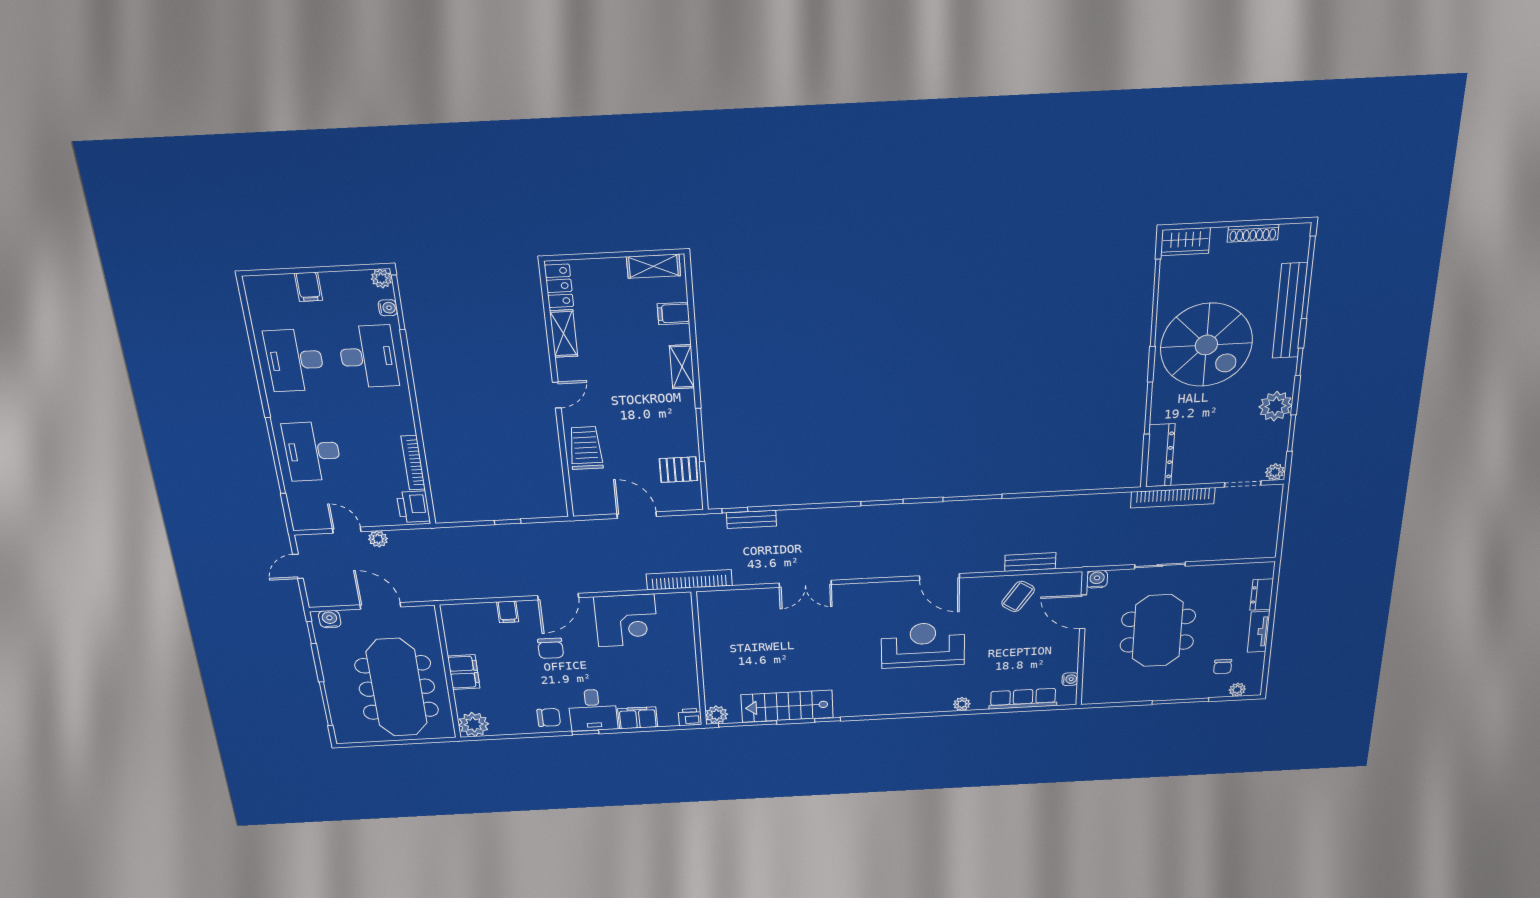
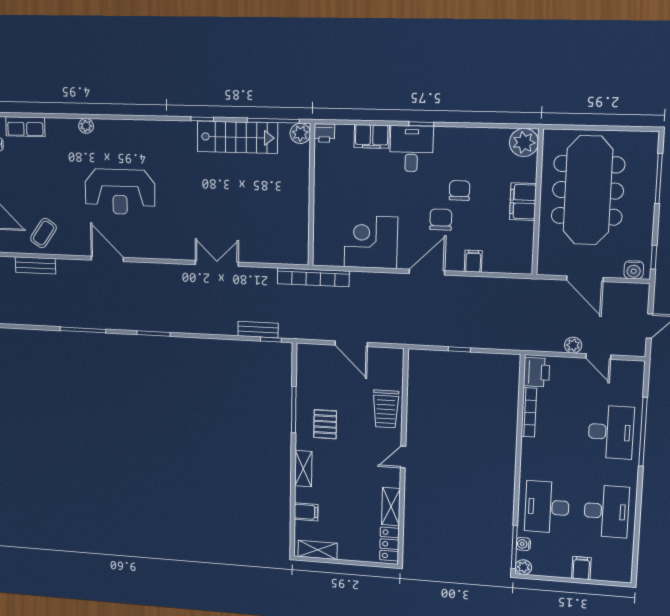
pallet: (678, 470) -> (325, 424), moved, turned 90
row of seats: (1023, 699) -> (25, 127), width x0.68
chair: (549, 717) -> (460, 190), moved, turned 90

